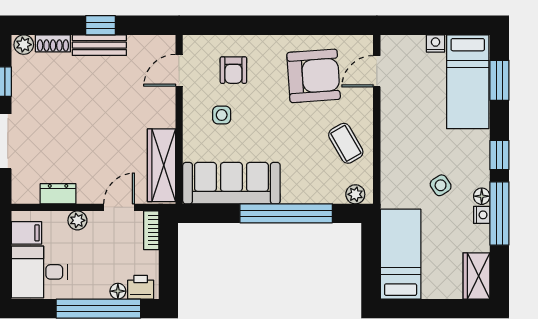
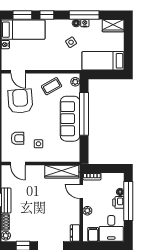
window: (499, 155) -> (47, 15), moved
sofa: (231, 183) -> (70, 119), moved
dresser: (58, 194) -> (75, 233), moved
printer: (141, 287) -> (118, 202), moved

